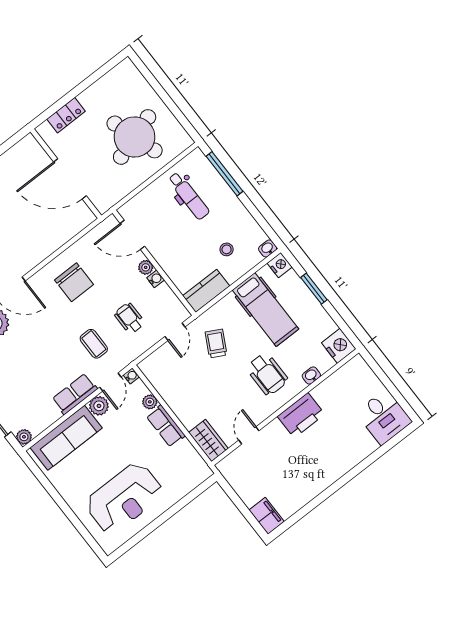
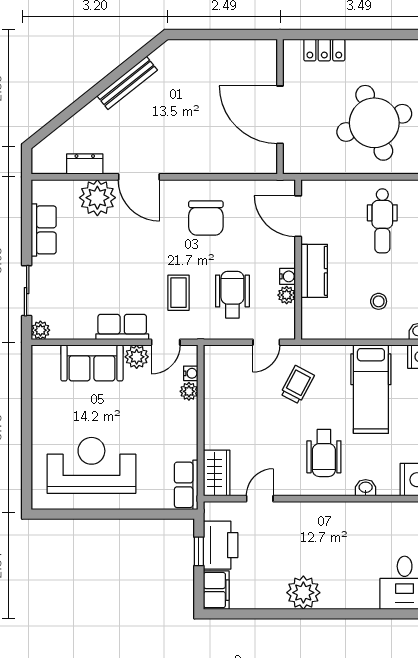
plant: (146, 267) -> (287, 295), moved
kitchen counter: (206, 291) -> (314, 271), moved, turned 90
wheelchair: (129, 318) -> (232, 295), width x1.36, depth x1.37
water cooler: (131, 376) -> (191, 373), moved
printer: (301, 415) -> (221, 545), moved, turned -90
row of seats: (166, 426) -> (186, 485), moved
sofa: (66, 438) -> (92, 363), width x0.73
plant: (324, 474) -> (303, 593), added
reception desk: (124, 498) -> (91, 465), turned 180
window: (236, 500) -> (199, 551), added

